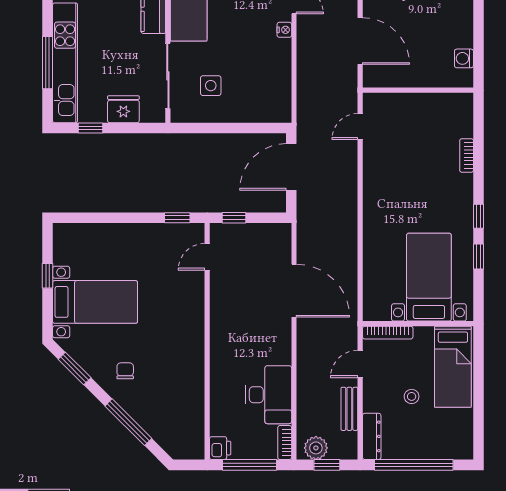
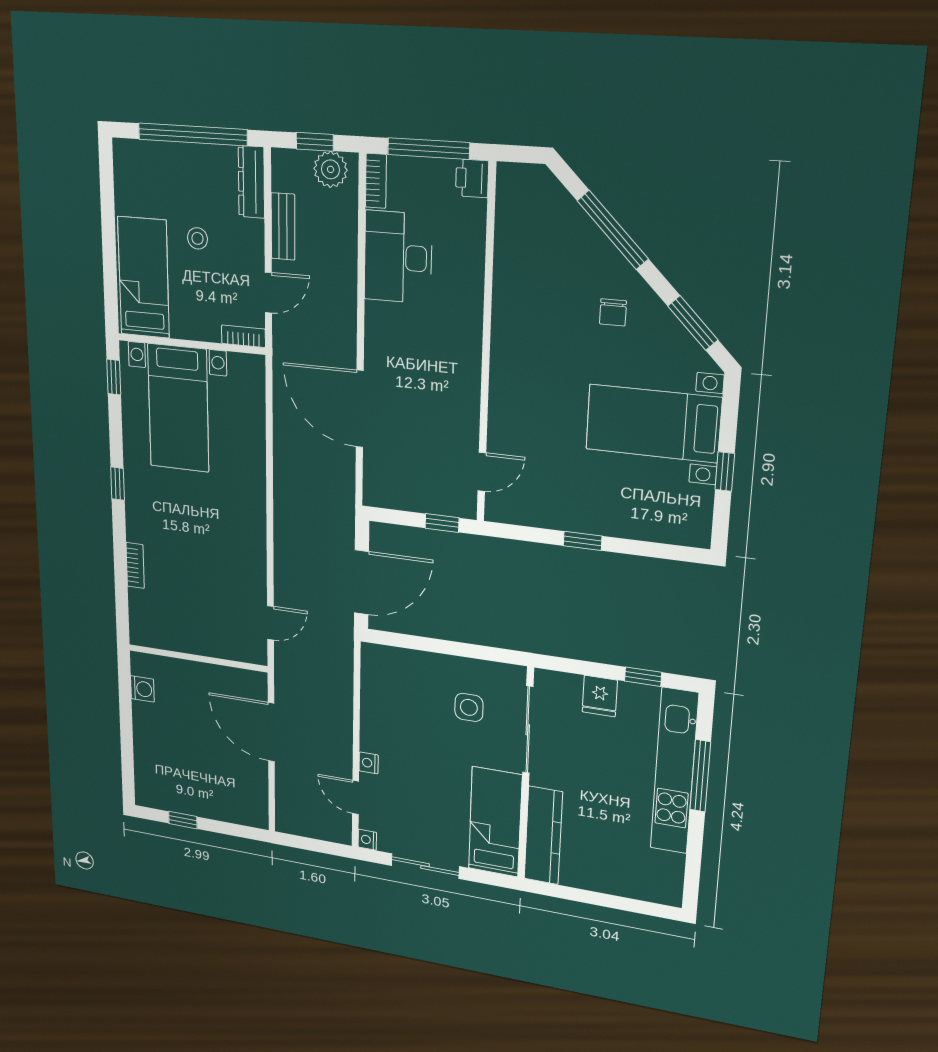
fridge: (123, 109) -> (600, 696), width x0.72
window: (177, 218) -> (583, 541), moved
window: (479, 256) -> (114, 377), moved
bookcase: (388, 333) -> (243, 336), width x0.64

